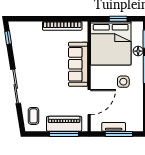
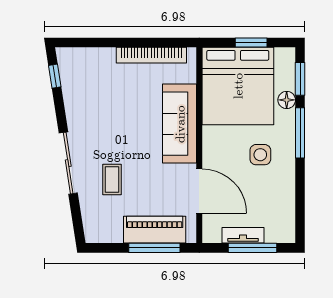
door: (89, 102) -> (199, 191), hinge flipped
coffee table: (33, 116) -> (112, 180), moved

